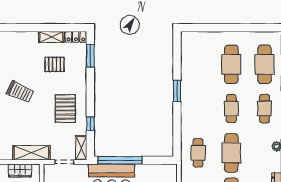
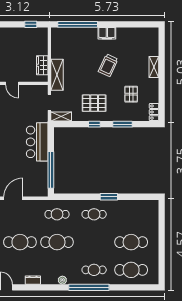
shelving: (51, 37) -> (154, 67), moved
window: (90, 56) -> (123, 124), moved
cafe table: (231, 109) -> (94, 214), moved
window: (90, 124) -> (94, 124), moved
window: (120, 160) -> (51, 170), moved

